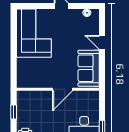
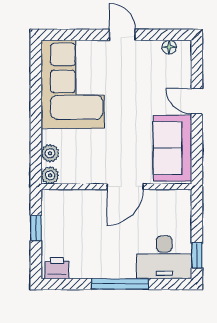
plant: (21, 71) -> (50, 153), added
plant: (21, 83) -> (50, 175), added

